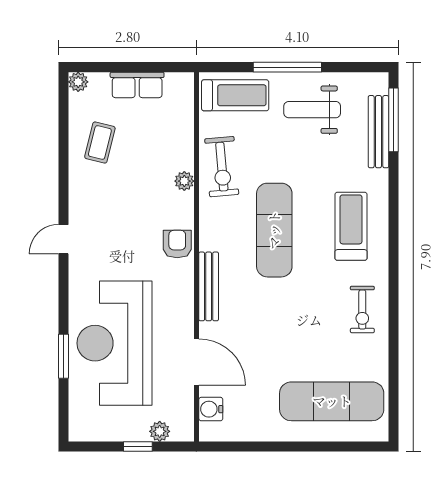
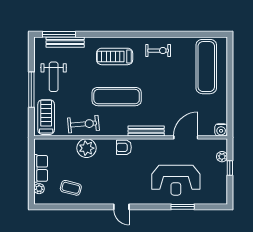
plant: (78, 82) -> (39, 189), moved
plant: (184, 181) -> (87, 148), width x1.87, depth x1.87
reception desk: (114, 343) -> (176, 180), width x0.74, depth x0.77
water cooler: (211, 409) -> (221, 130), moved

